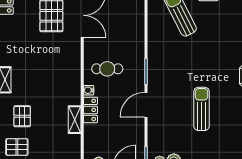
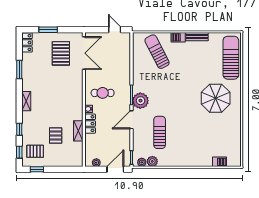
plant: (158, 79) -> (140, 101), added
sun lounger: (202, 109) -> (160, 132), moved
pallet: (22, 116) -> (56, 136), moved

